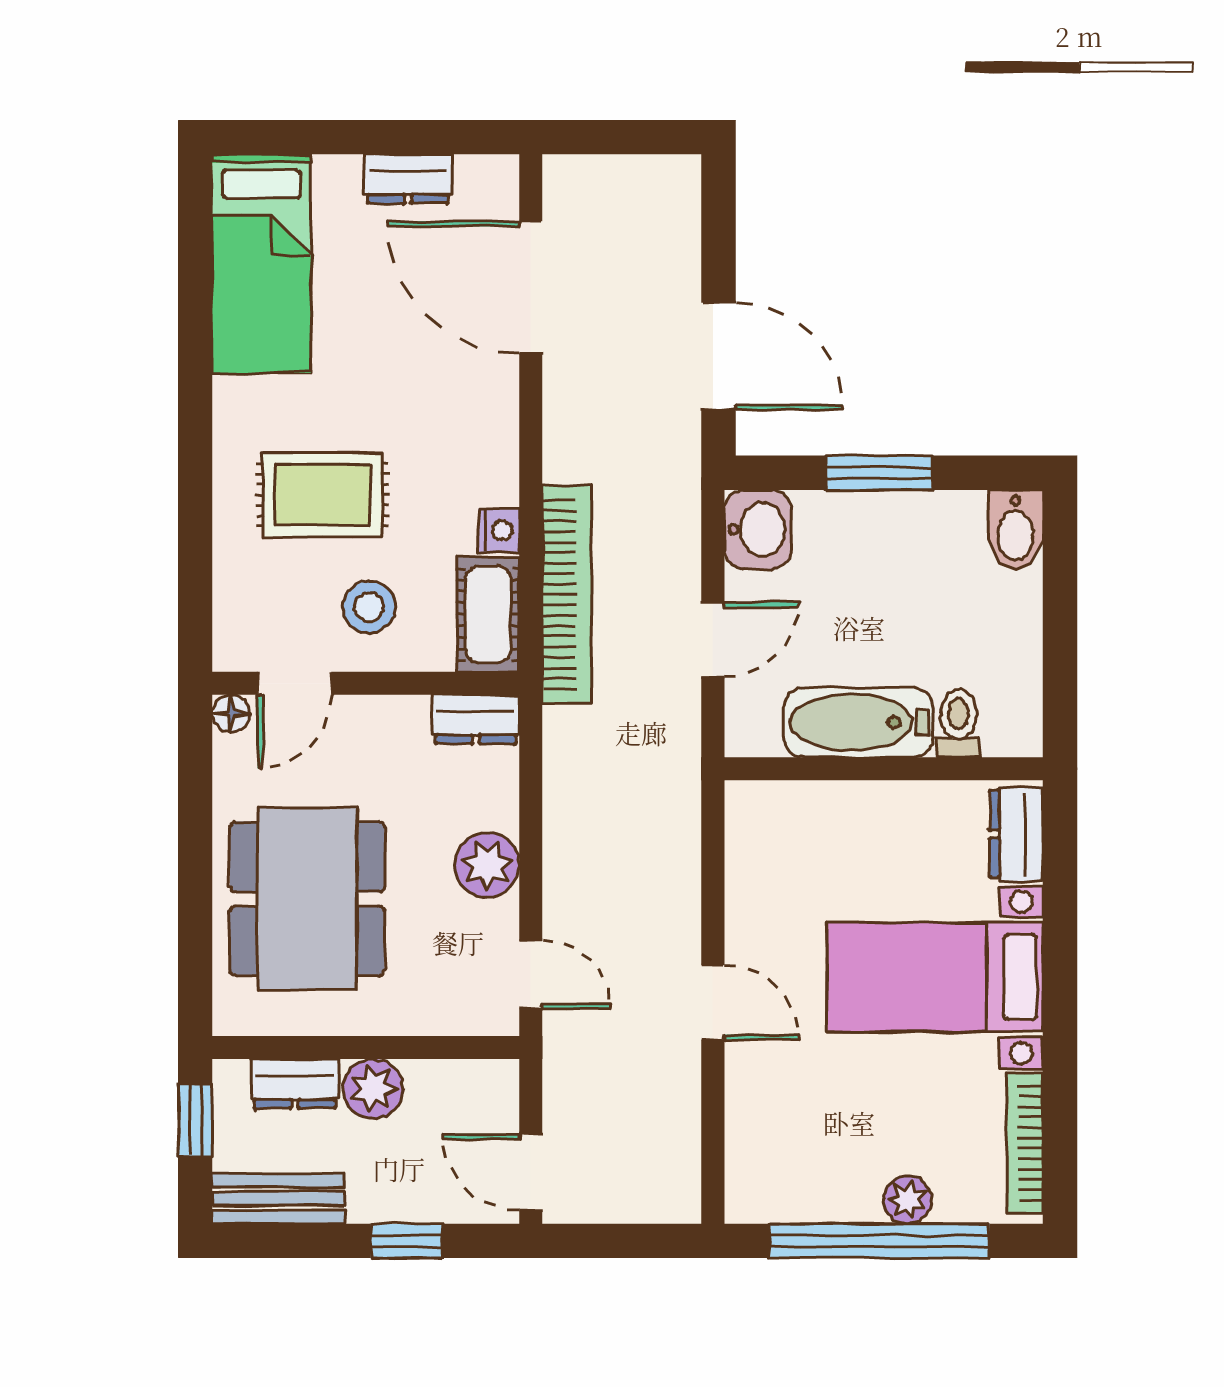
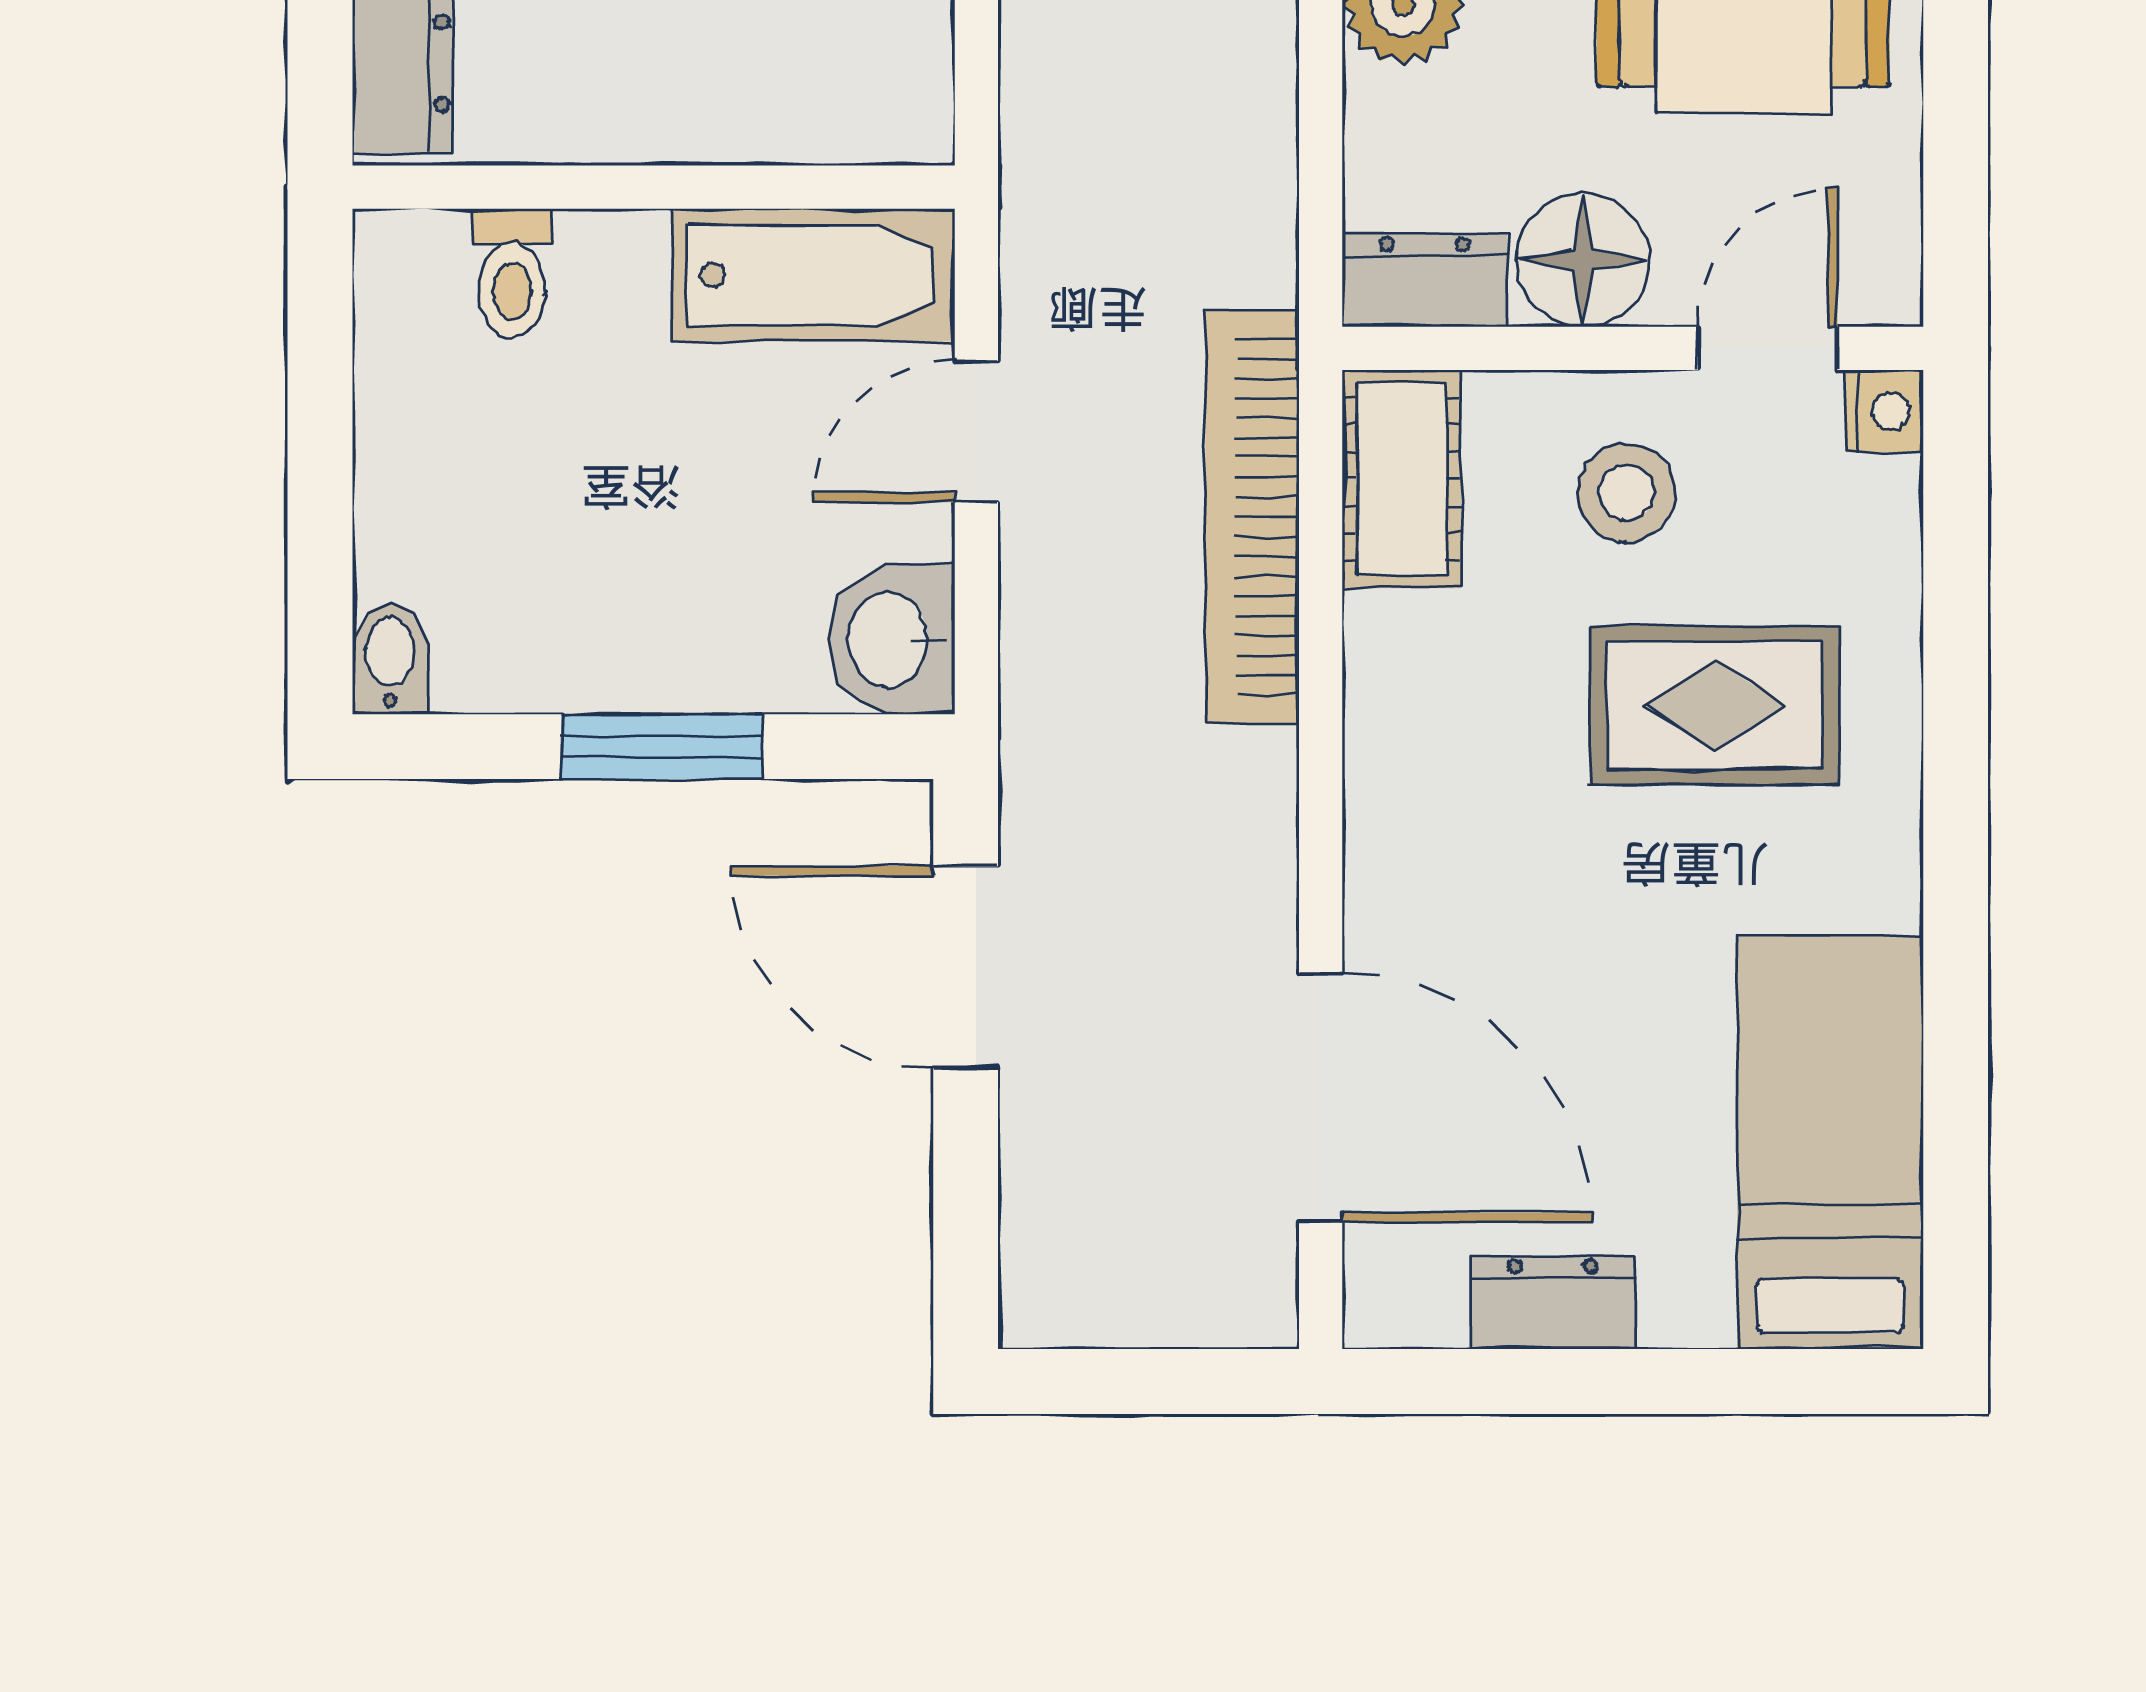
nightstand: (499, 530) -> (1885, 411), moved, turned 180
bidet: (1015, 530) -> (390, 659), width x0.72, depth x0.74
floor lamp: (231, 713) -> (1583, 260), moved, width x1.89, depth x1.89
bathtub: (858, 722) -> (814, 275), moved

